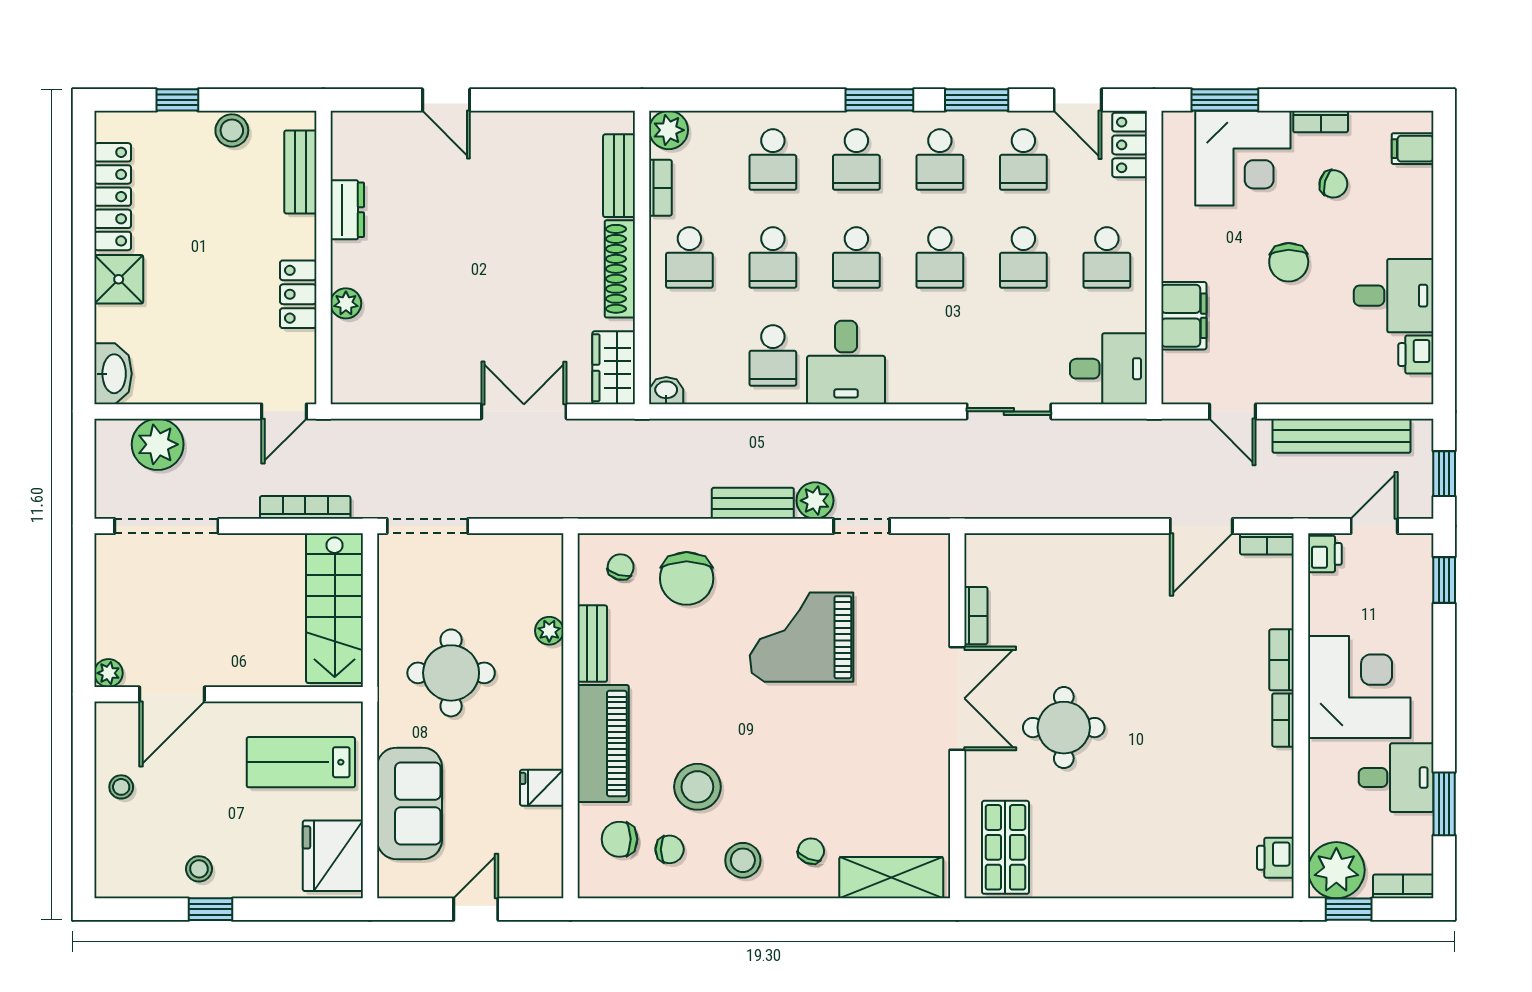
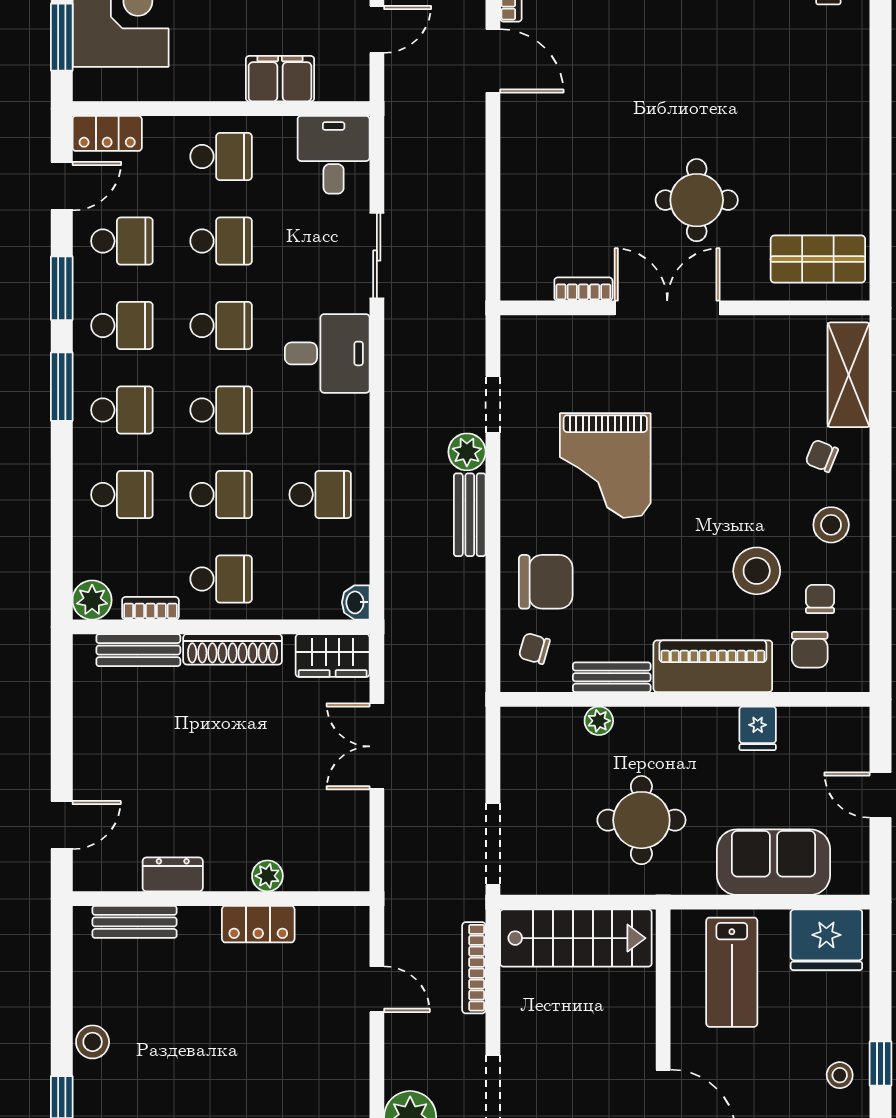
bench: (300, 172) -> (135, 922), moved
dresser: (347, 210) -> (173, 874), moved
wall: (323, 257) -> (221, 899), moved
locker: (298, 294) -> (258, 924), moved
plant: (346, 303) -> (267, 876), moved
desk: (846, 362) -> (327, 353), moved

